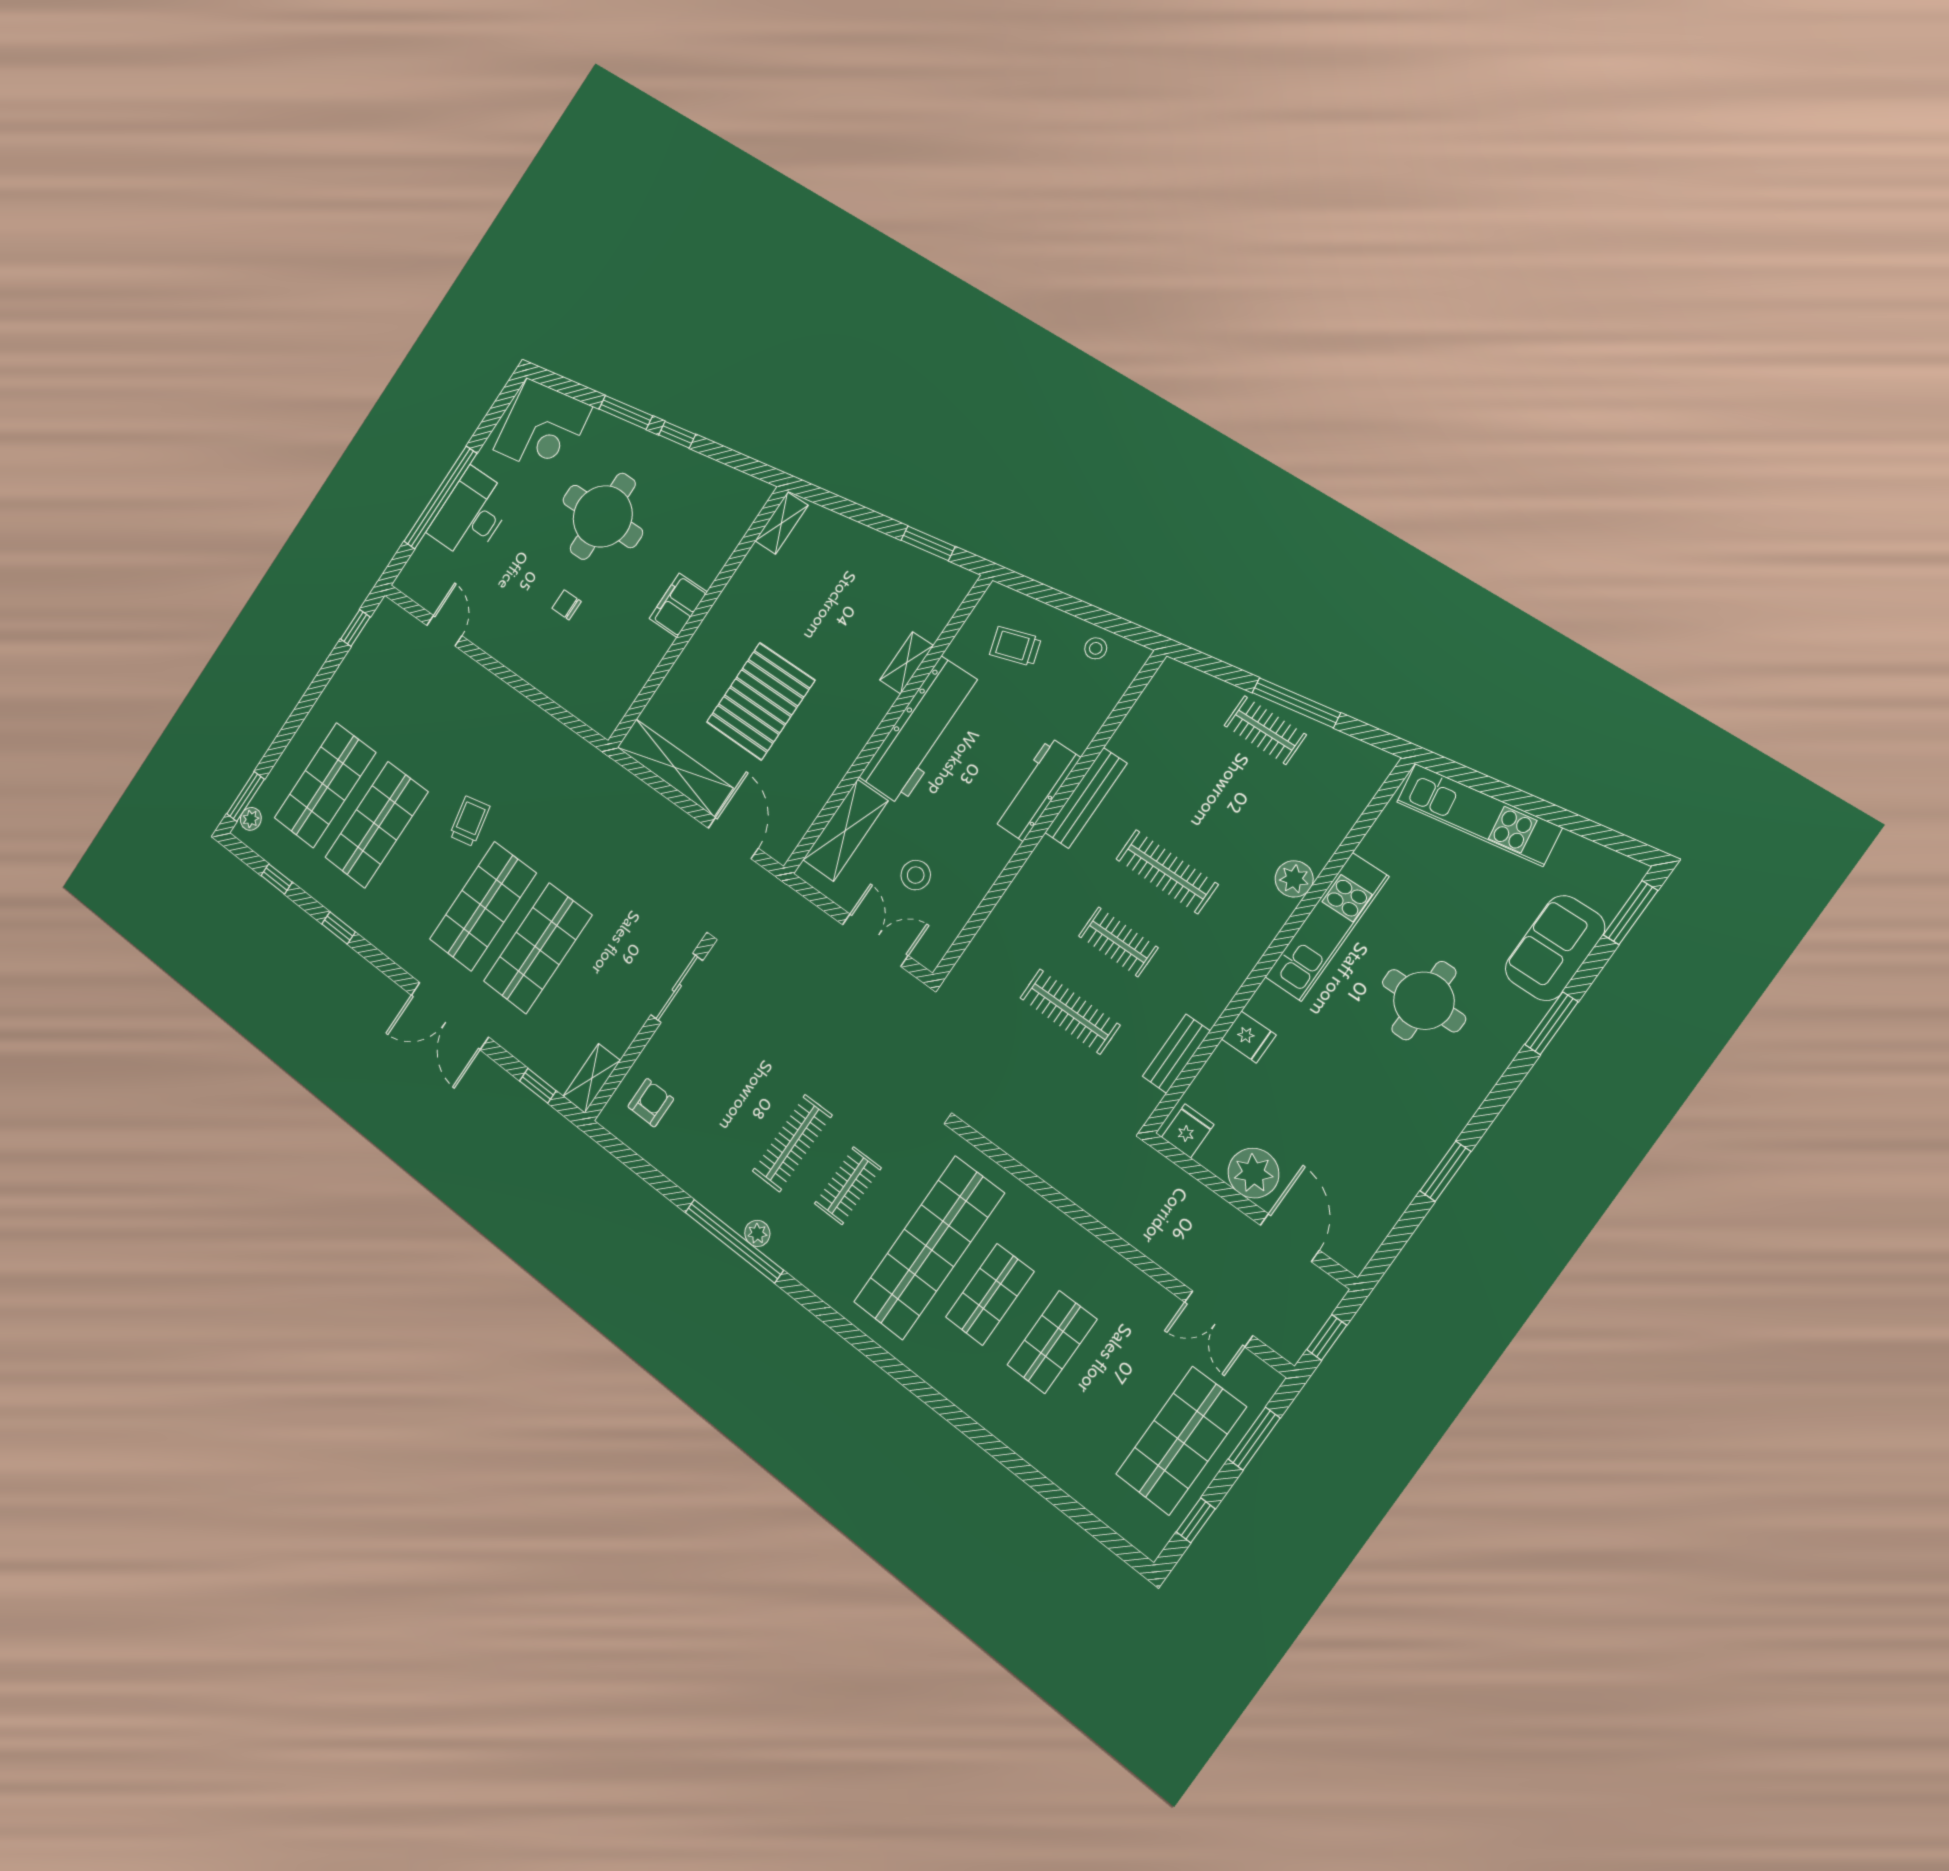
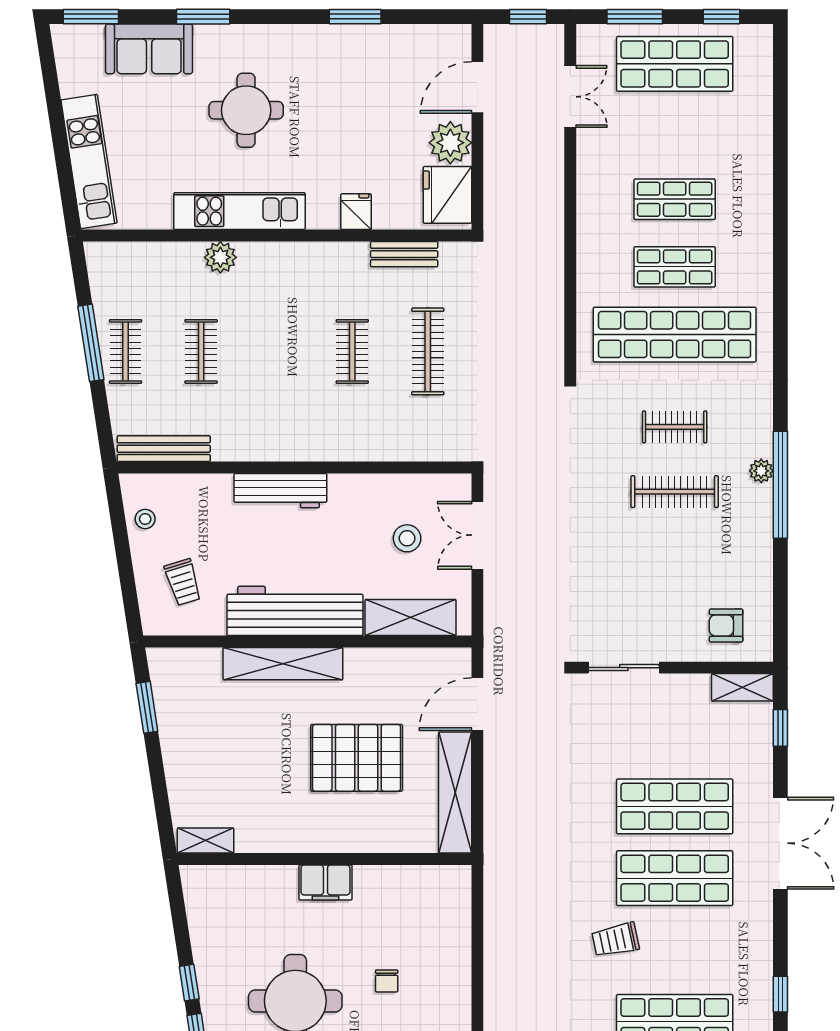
shelving: (907, 663) -> (283, 664), width x2.20, depth x1.33
bench: (1086, 798) -> (164, 449), moved
clothes rail: (1167, 872) -> (201, 351), moved, width x0.73
fridge: (1188, 1131) -> (447, 195), width x1.88, depth x1.34

